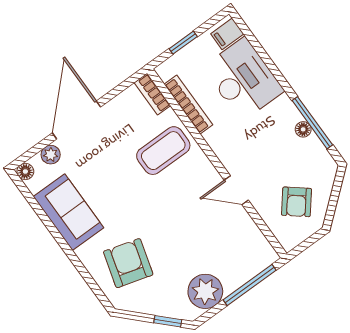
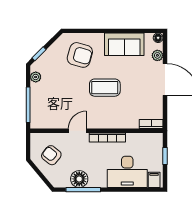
bookcase: (188, 105) -> (107, 137), moved
floor lamp: (303, 129) -> (79, 179), width x1.89, depth x1.89
coffee table: (163, 151) -> (105, 88), moved, turned 90
plant: (205, 291) -> (36, 77), width x0.53, depth x0.53

